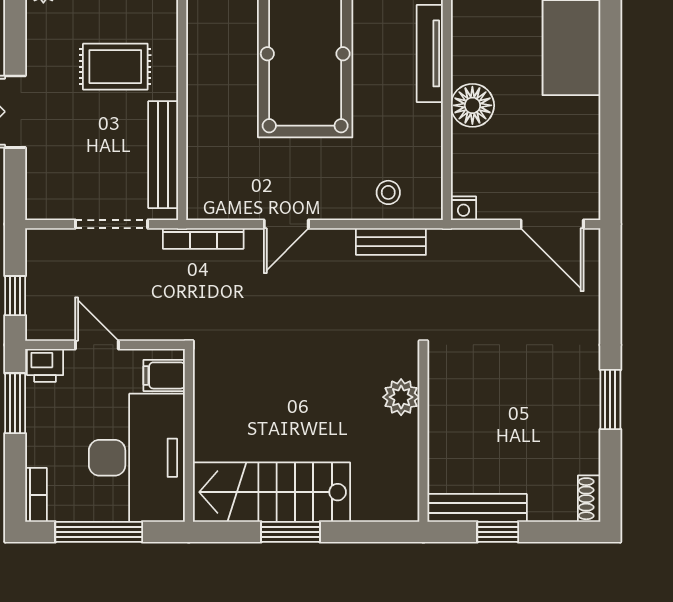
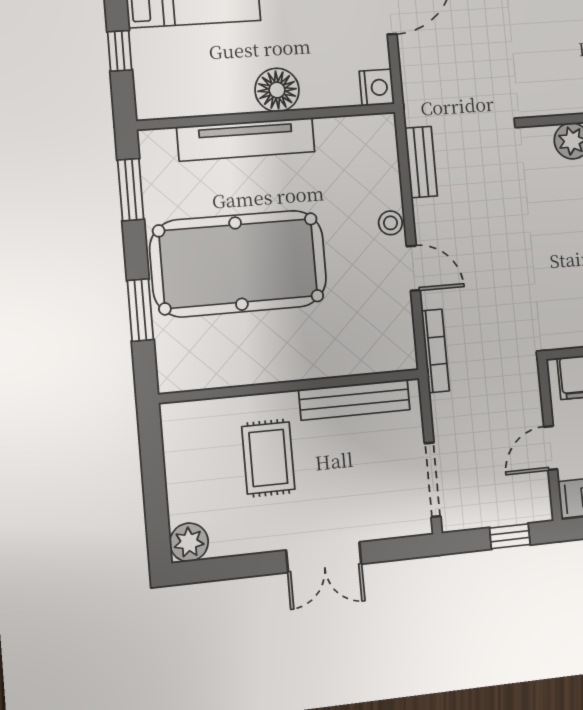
tv unit: (430, 53) -> (246, 139), width x1.36, depth x1.29
stool: (388, 192) -> (390, 223), moved
nightstand: (463, 208) -> (377, 88), width x1.39, depth x1.35
doorway: (112, 224) -> (433, 480), moved

